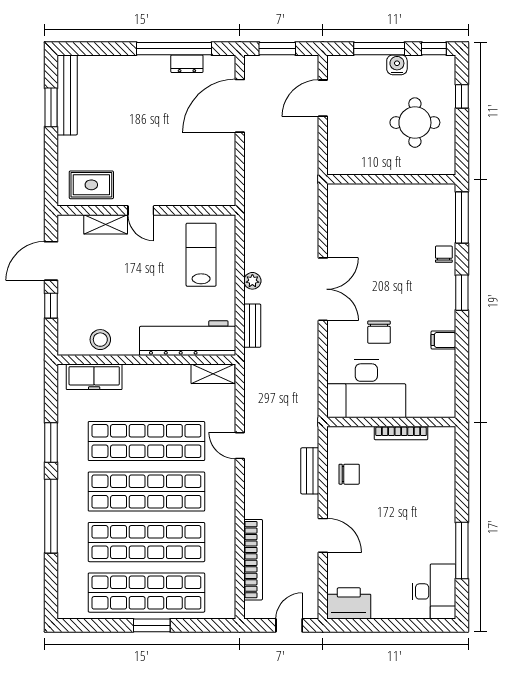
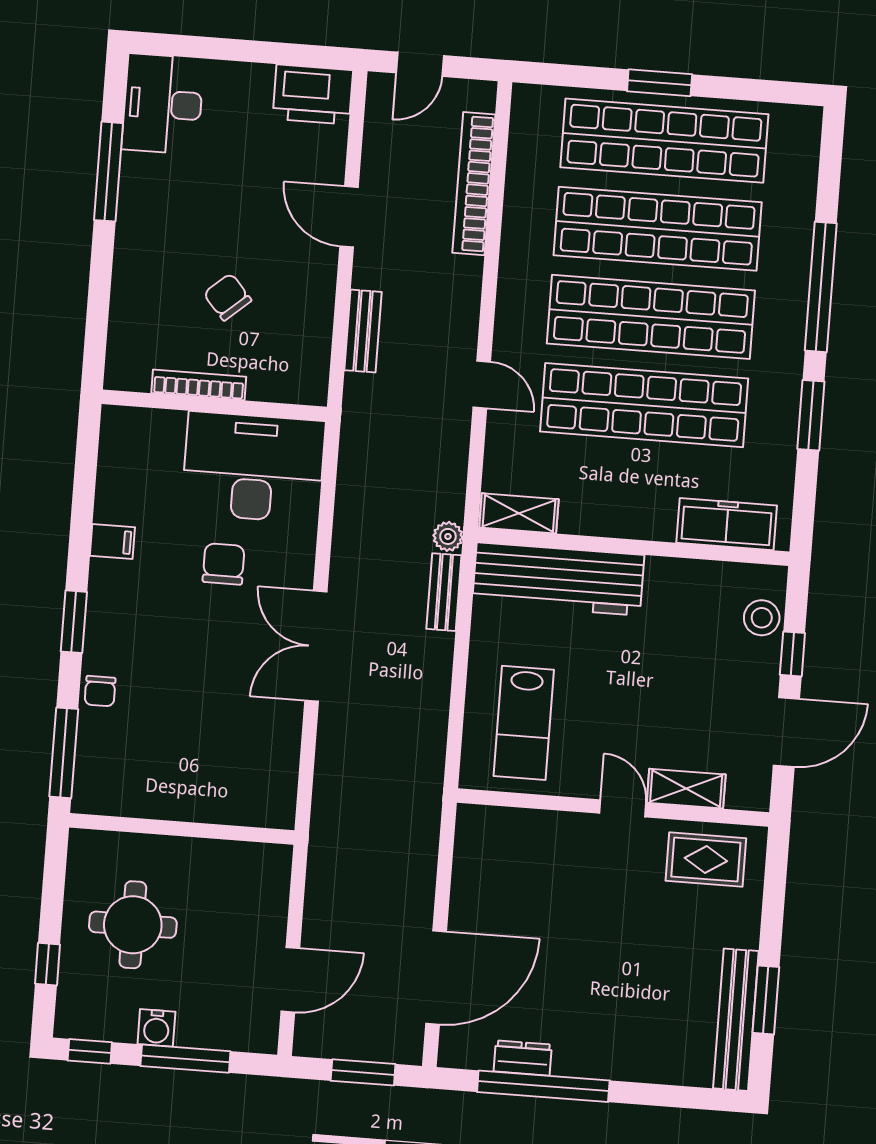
plant: (252, 281) -> (448, 536), moved
stool: (100, 340) -> (762, 618), moved
chair: (349, 474) -> (227, 297), moved, turned 49

